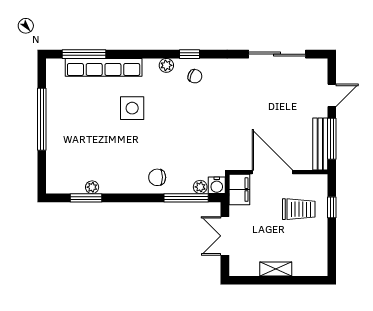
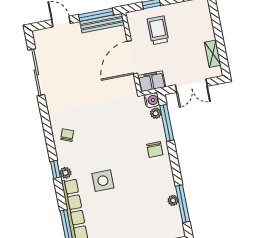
window: (190, 54) -> (55, 169), moved
plant: (166, 65) -> (65, 173), moved
window: (86, 198) -> (183, 204), width x1.44
shelving: (276, 269) -> (213, 54), moved

